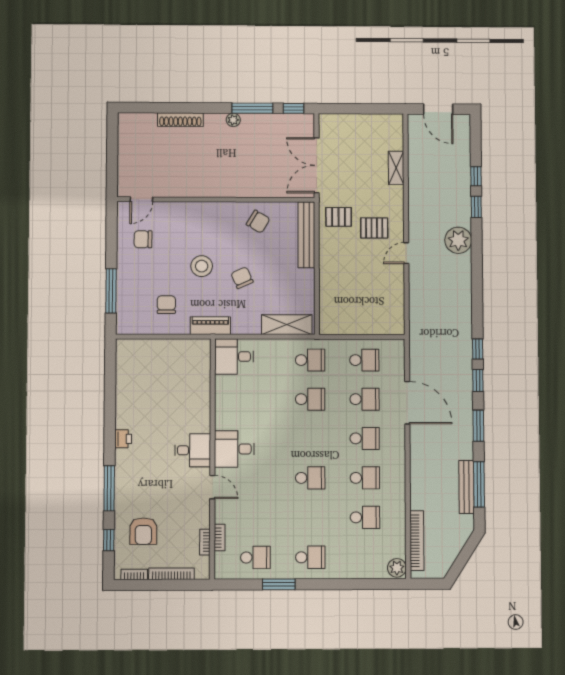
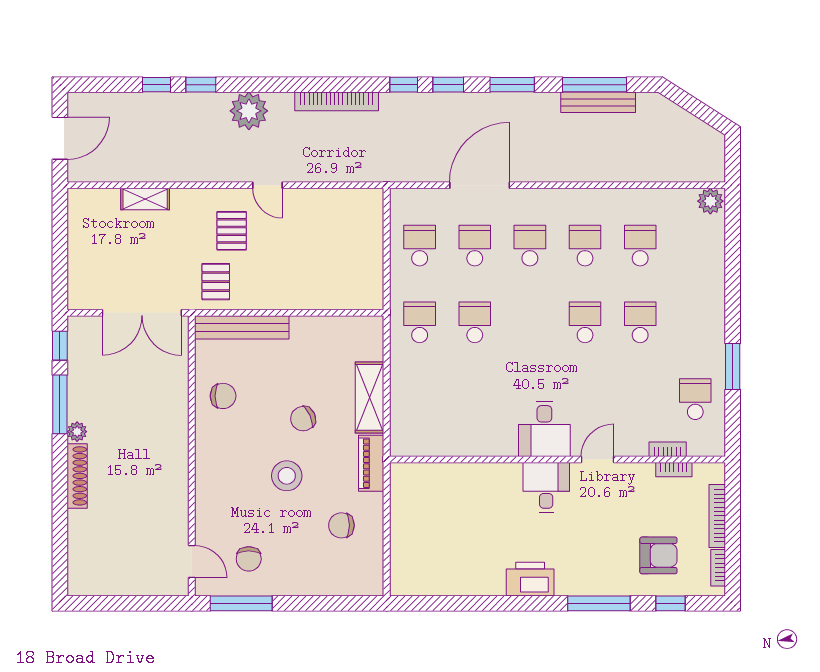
shoe rack: (180, 120) -> (77, 476), moved
chair: (258, 222) -> (223, 396), turned 59
window: (111, 291) -> (241, 603), moved
shelving: (287, 325) -> (370, 397), moved
desk: (234, 357) -> (415, 430), removed
printer: (123, 439) -> (530, 579), width x1.87, depth x1.48
bookcase: (417, 541) -> (337, 101), moved, turned 180
school desk: (310, 557) -> (640, 322), moved

